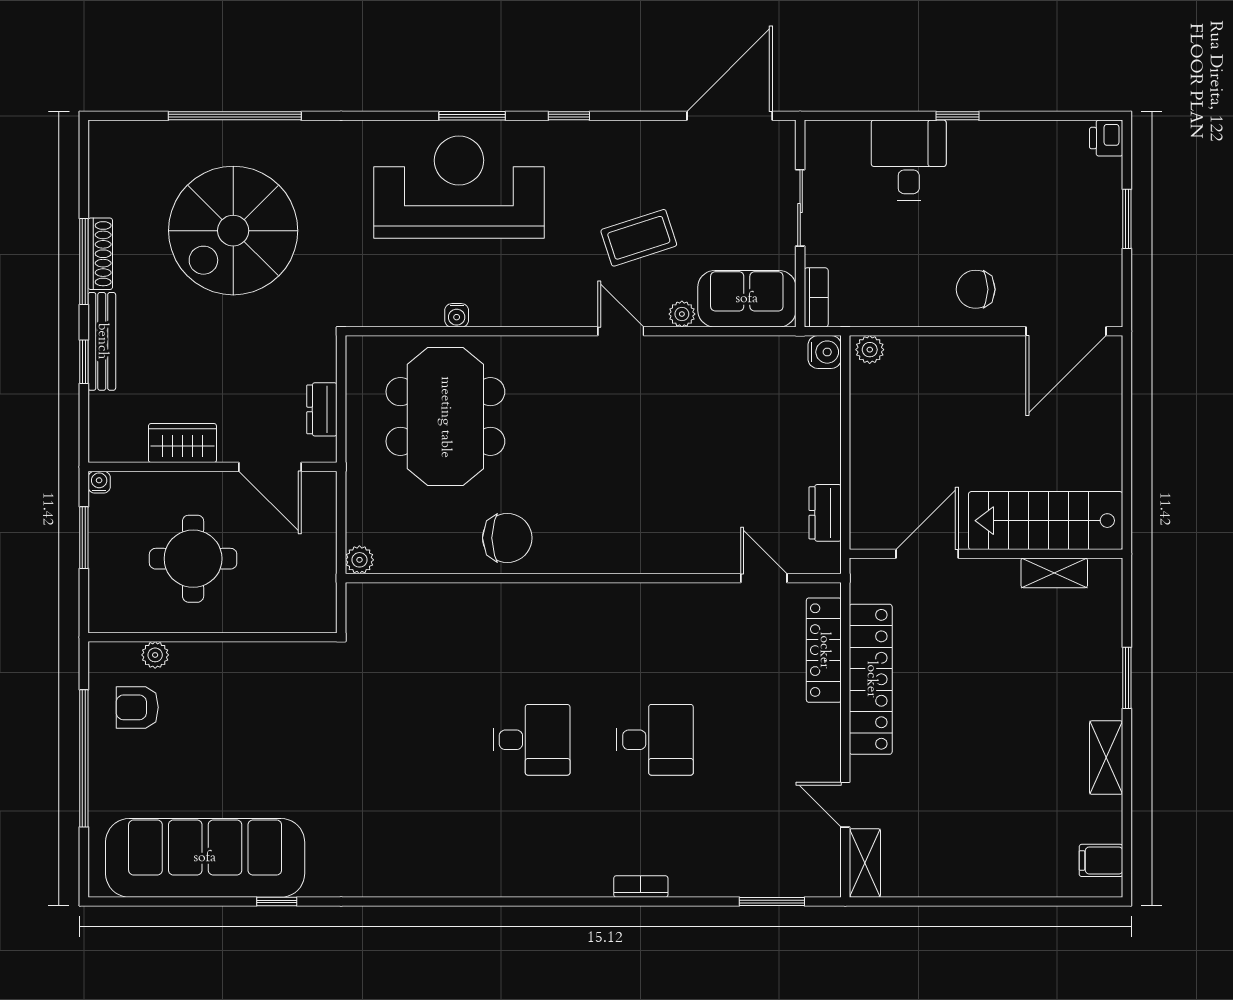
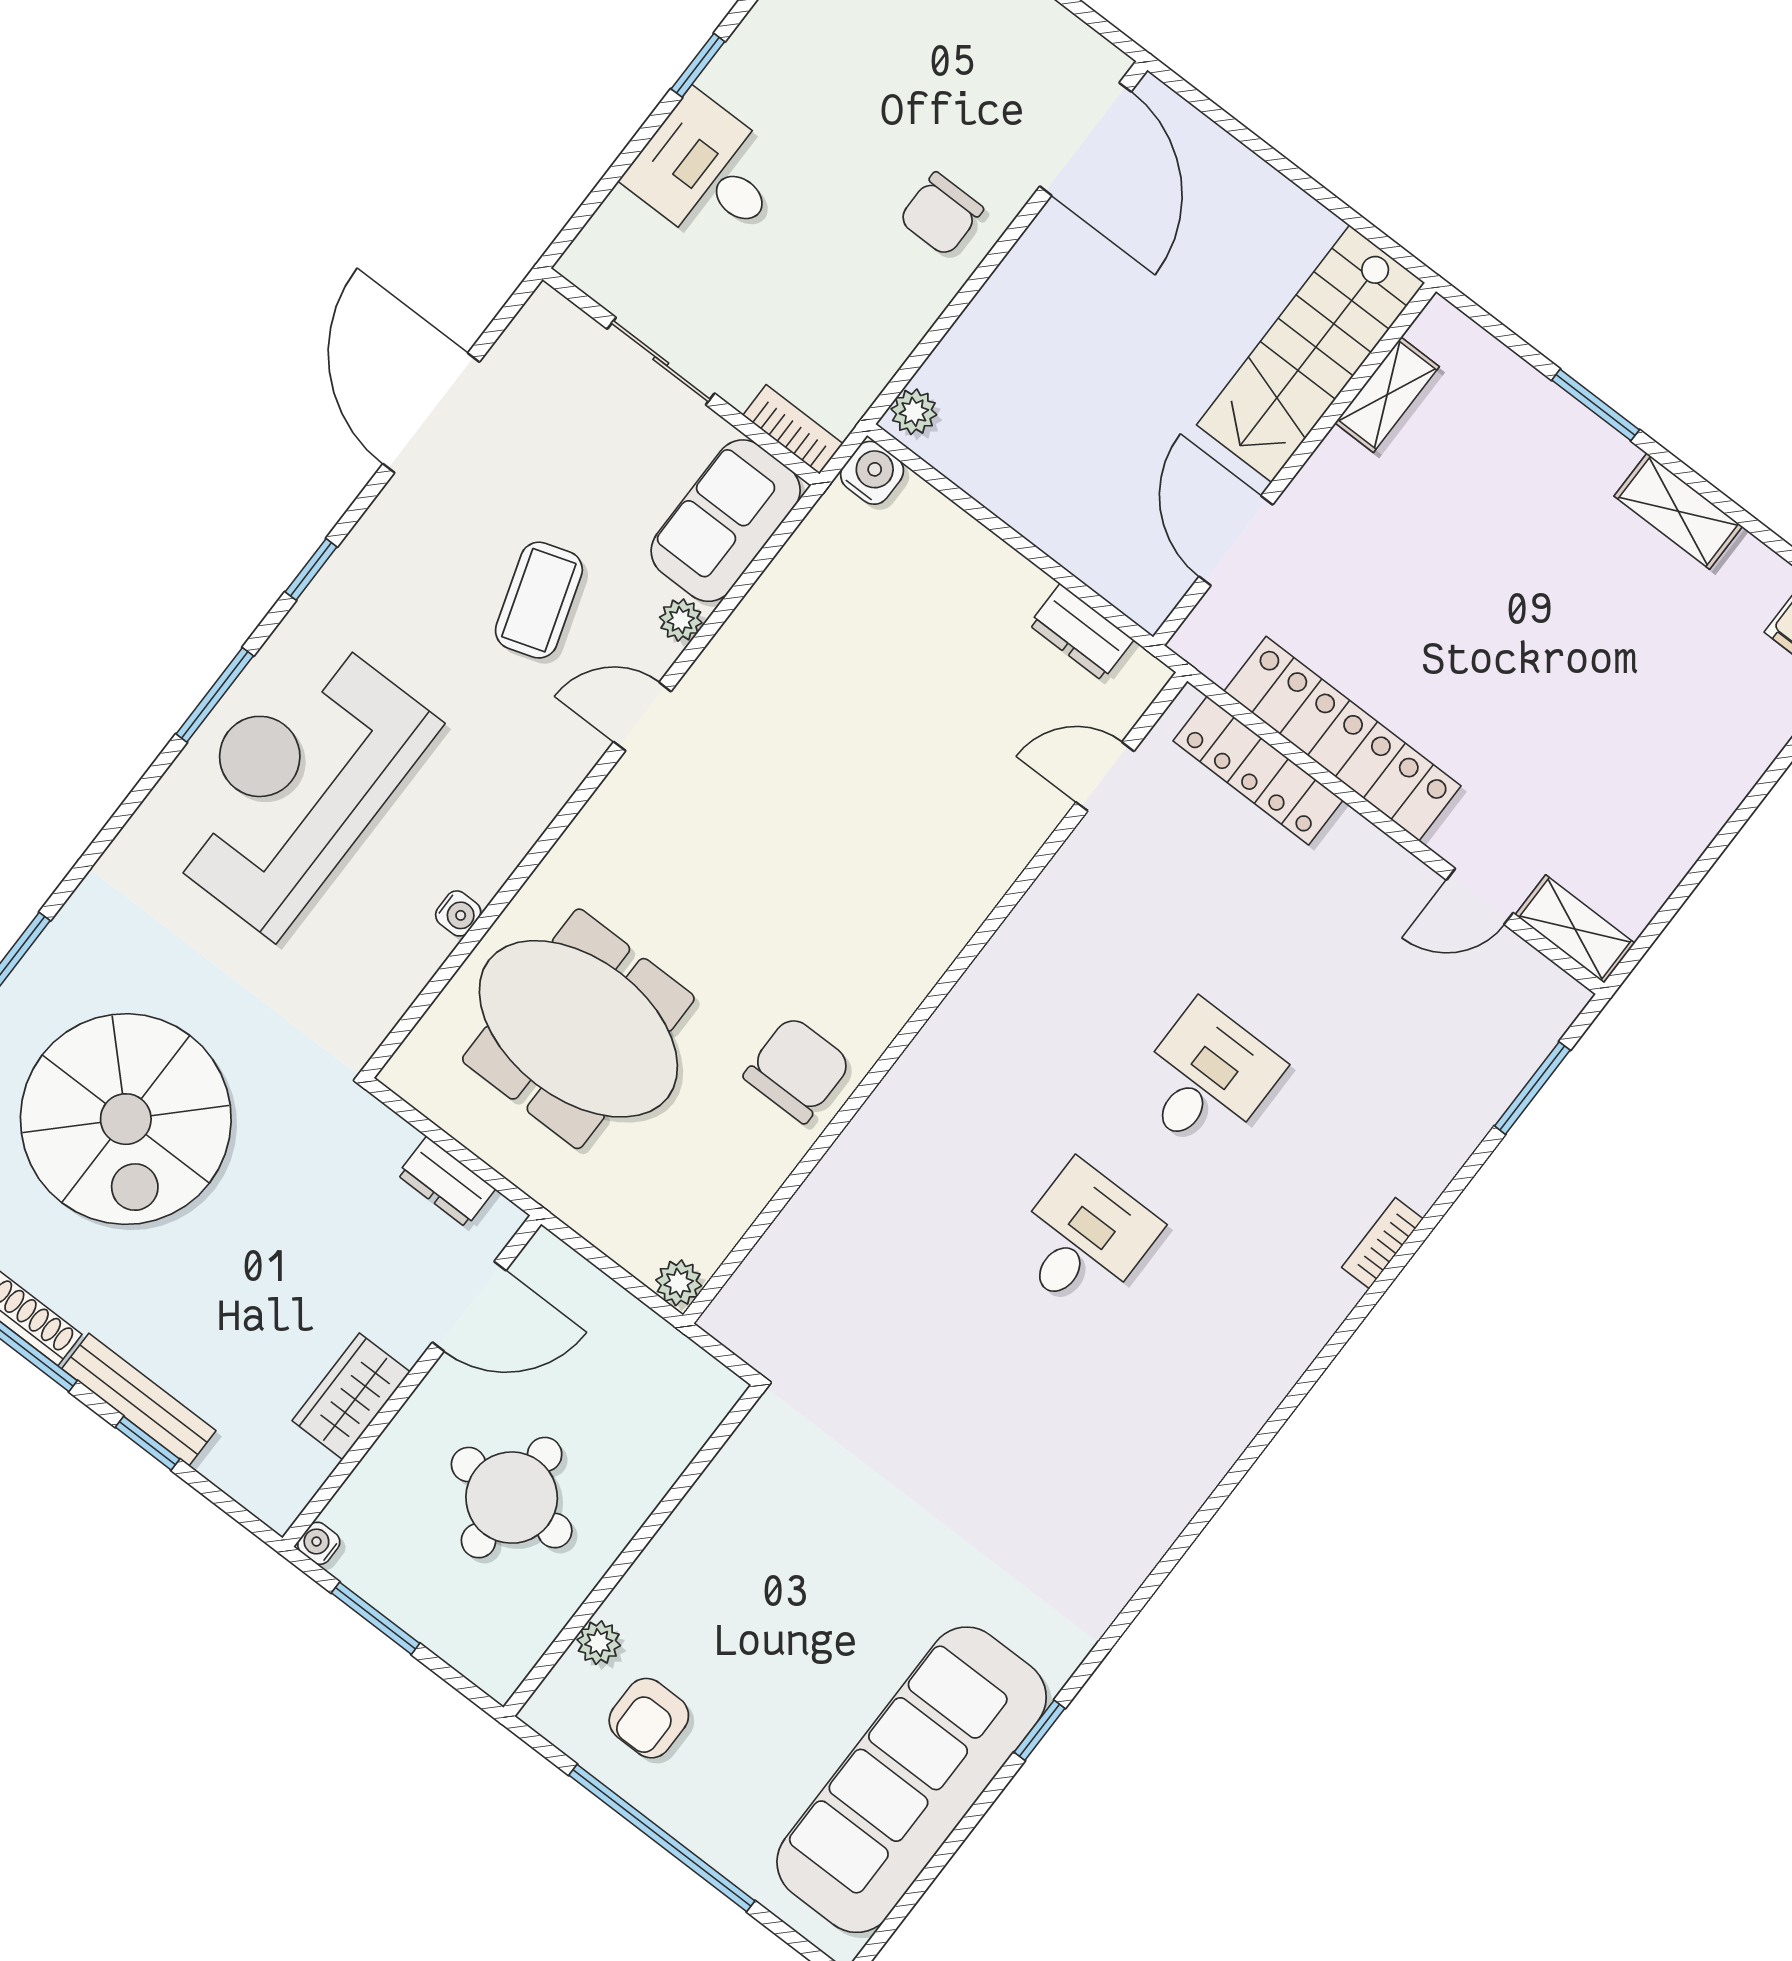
door: (730, 116) -> (431, 413), moved

